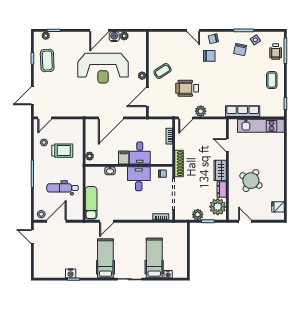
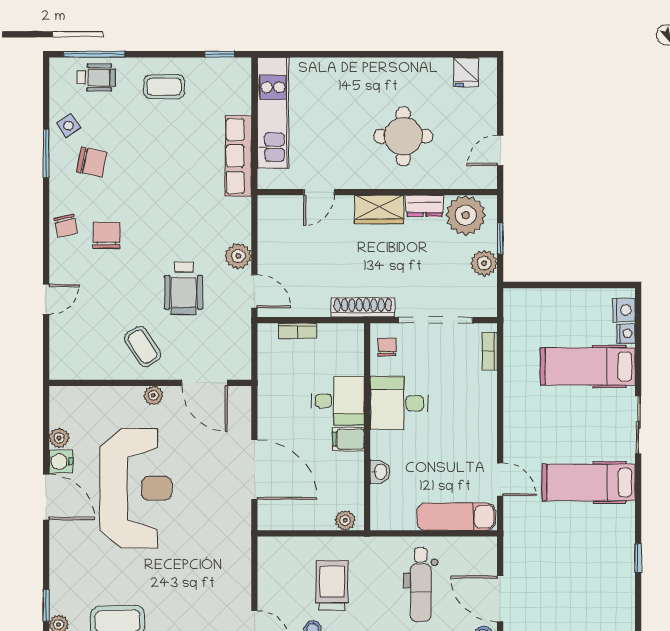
door: (193, 30) -> (46, 299), moved
round table: (251, 181) -> (403, 136), turned -31
nightstand: (71, 273) -> (624, 310), moved

